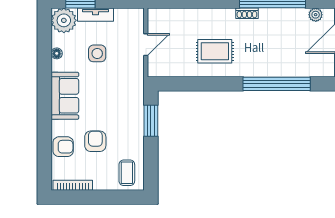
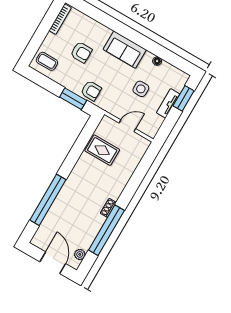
plant: (64, 20) -> (177, 79), removed
door: (146, 45) -> (127, 126), swing flipped
rug: (215, 51) -> (102, 150), moved, turned 90
armchair: (63, 147) -> (91, 91), moved, turned -90

